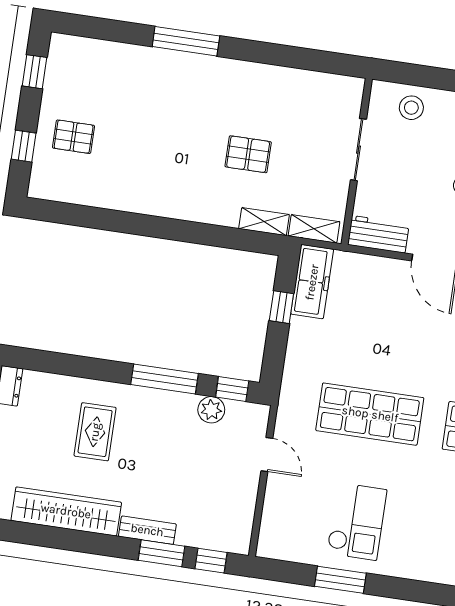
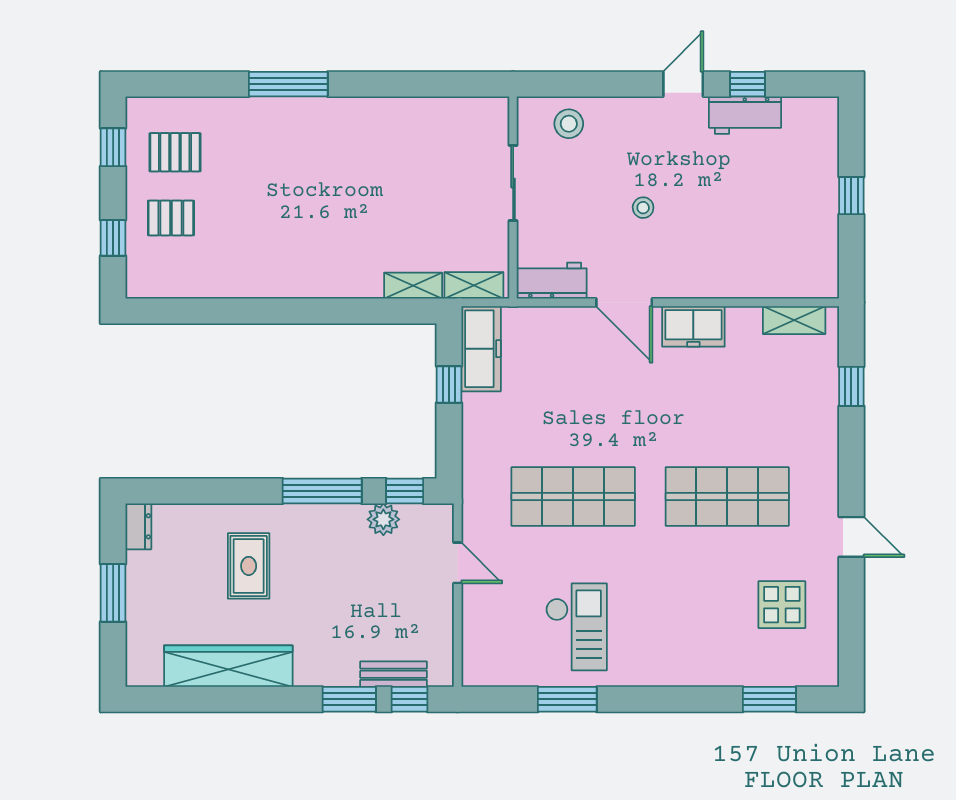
pallet: (248, 154) -> (175, 152), moved
bench: (147, 530) -> (394, 674), moved

